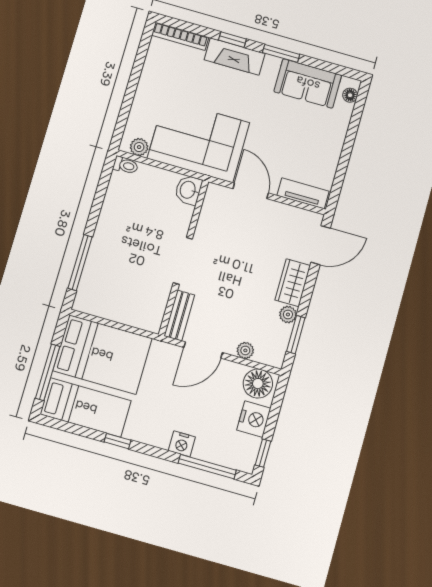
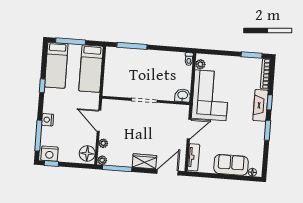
window: (142, 54) -> (252, 55), added
sofa: (308, 83) -> (231, 165), moved, turned 90
door: (321, 245) -> (168, 172), swing flipped
bench: (179, 315) -> (115, 104), removed
plant: (288, 315) -> (102, 160), moved
window: (296, 335) -> (117, 168), width x1.44
bed: (102, 354) -> (91, 69), width x0.67
nightstand: (254, 419) -> (49, 154), moved

